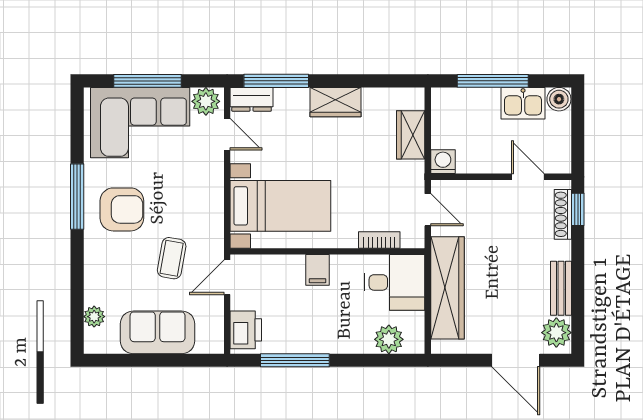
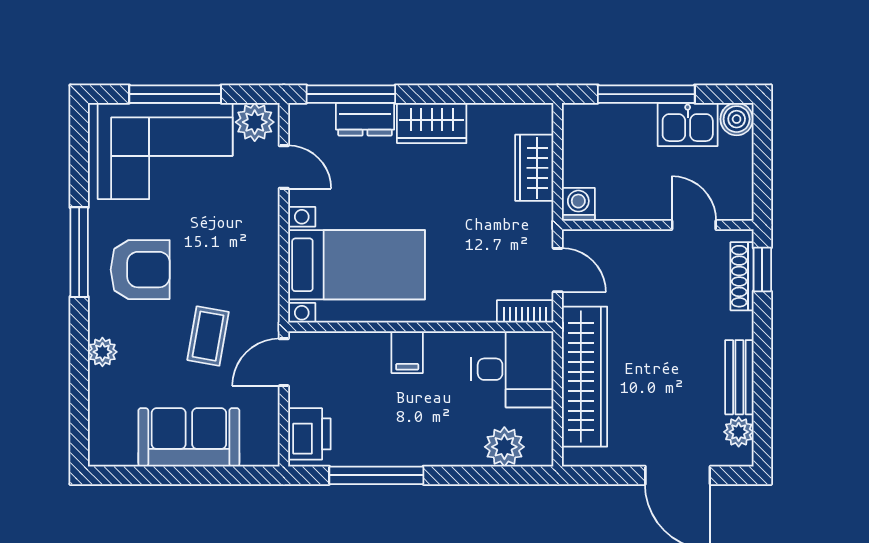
dresser: (252, 99) -> (365, 119), moved
bookcase: (379, 240) -> (525, 311), moved
plant: (94, 317) -> (102, 352), moved
plant: (556, 333) -> (739, 432), width x0.73, depth x0.73

